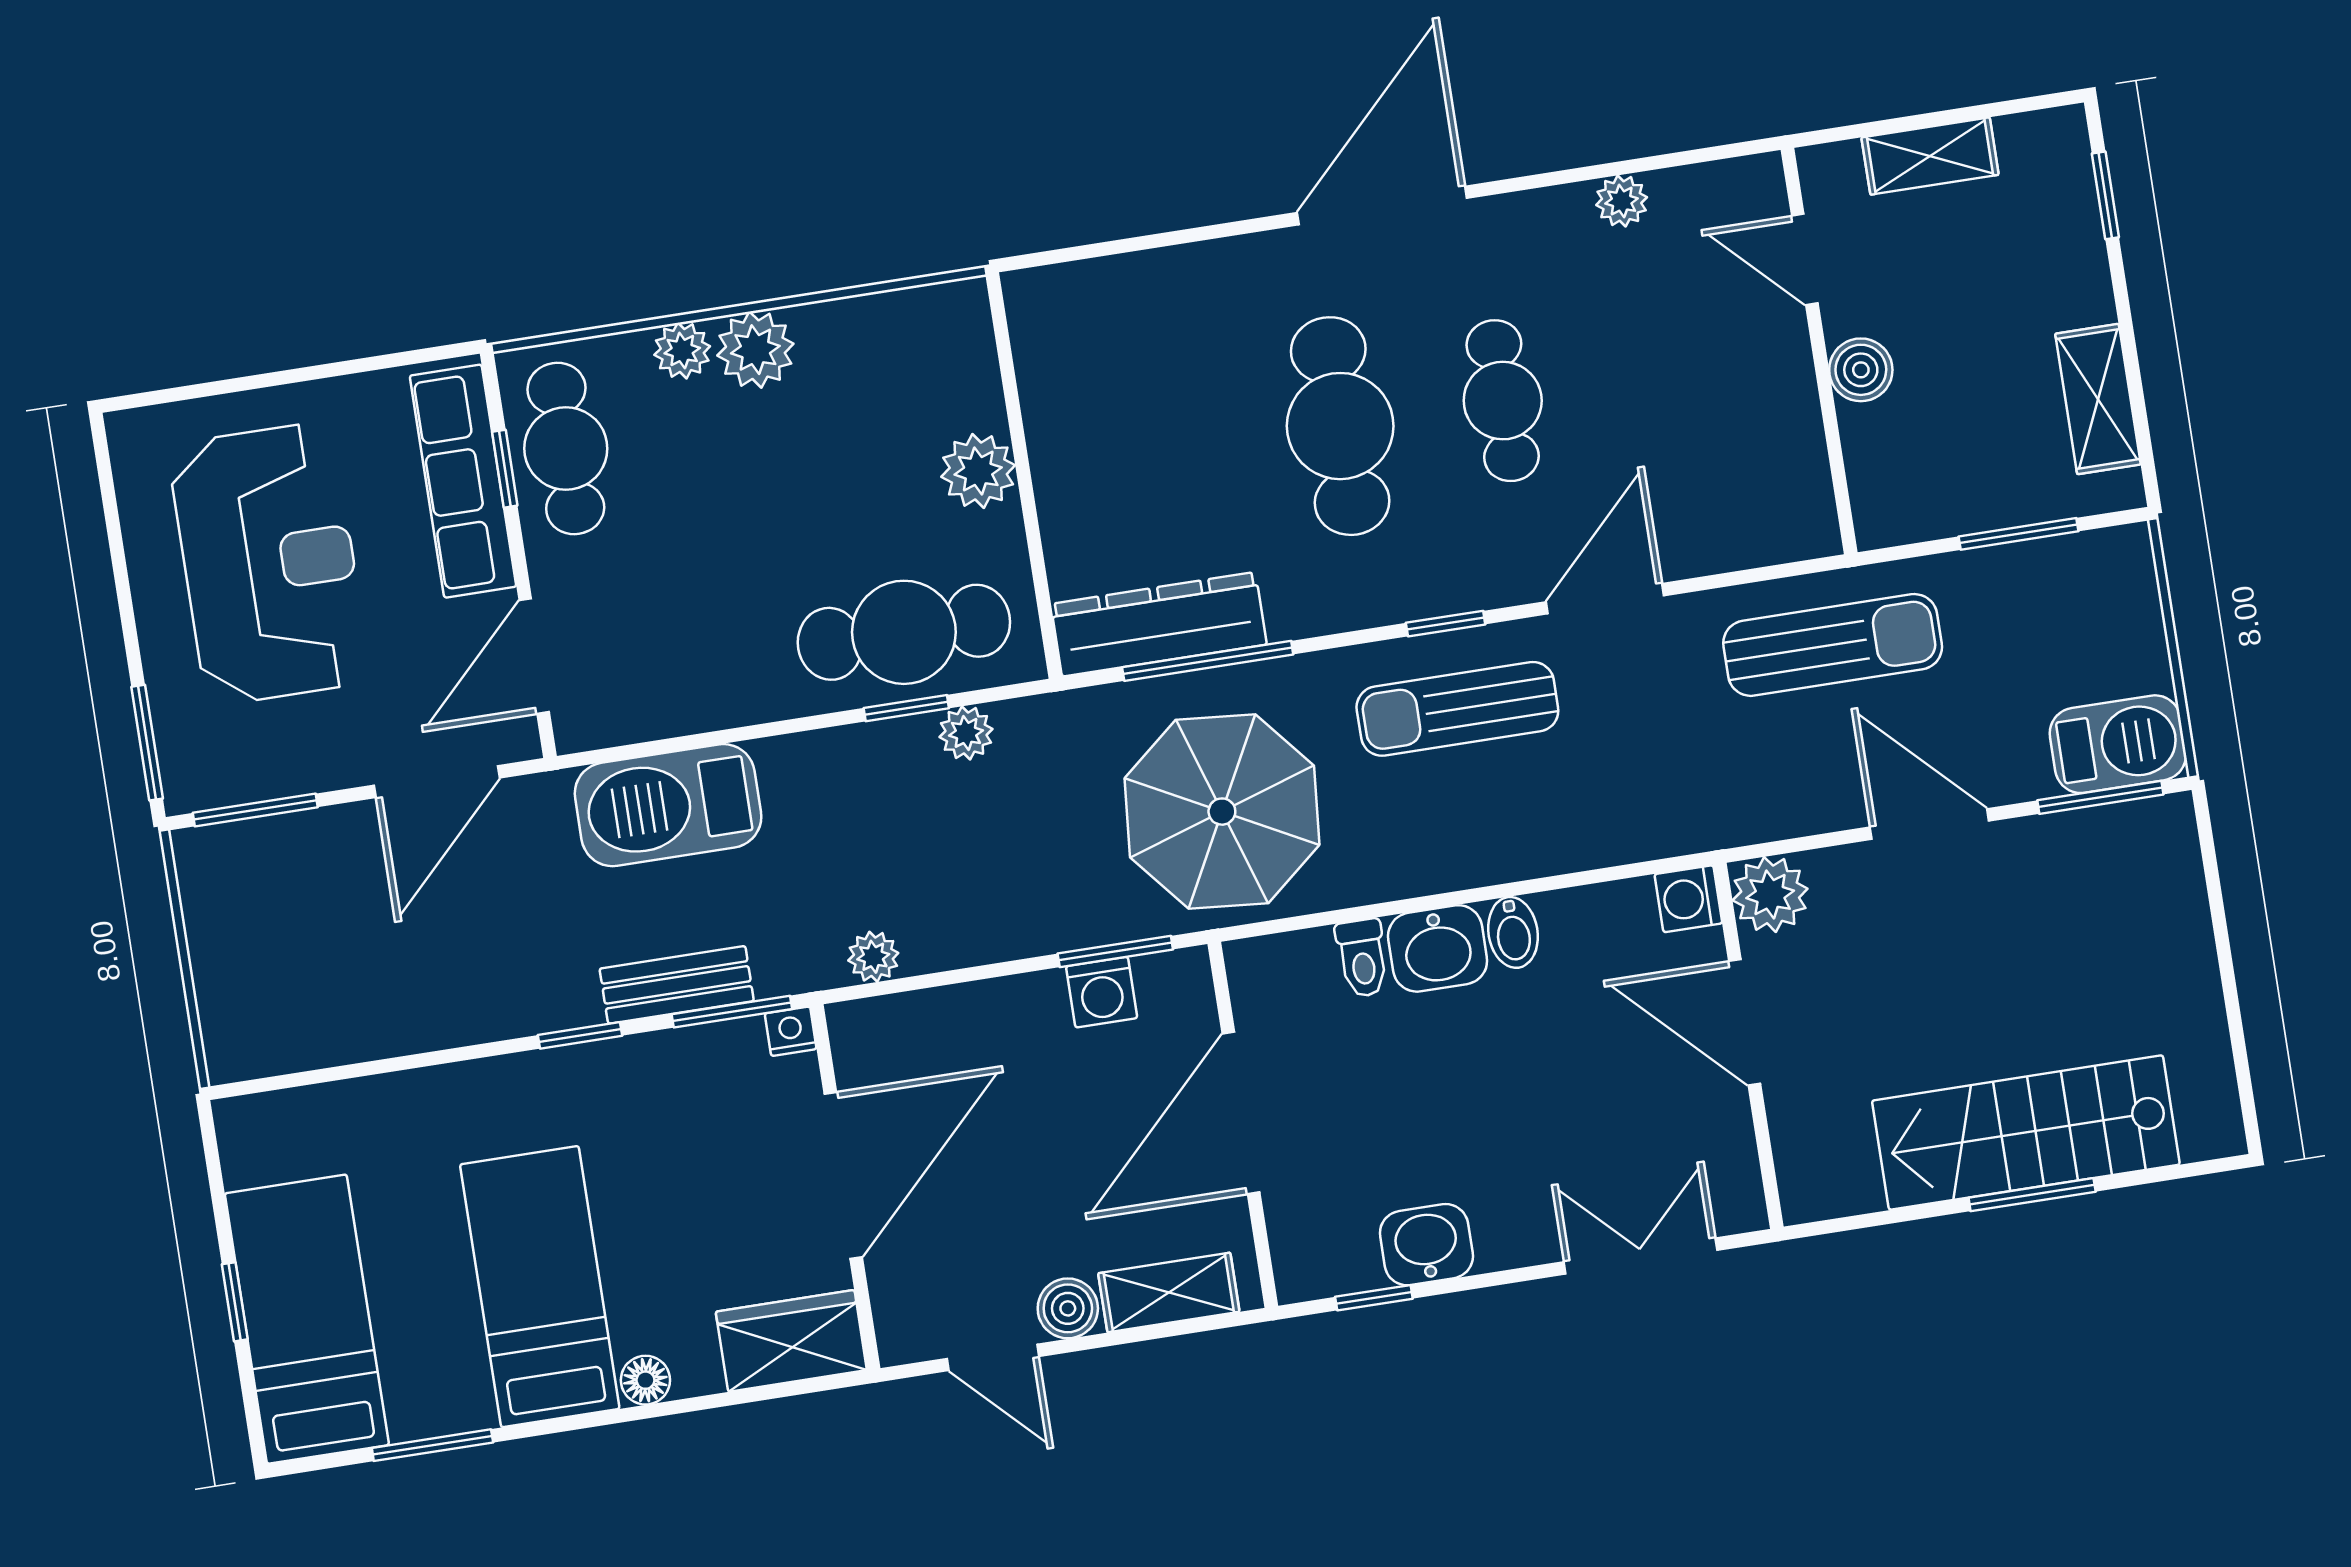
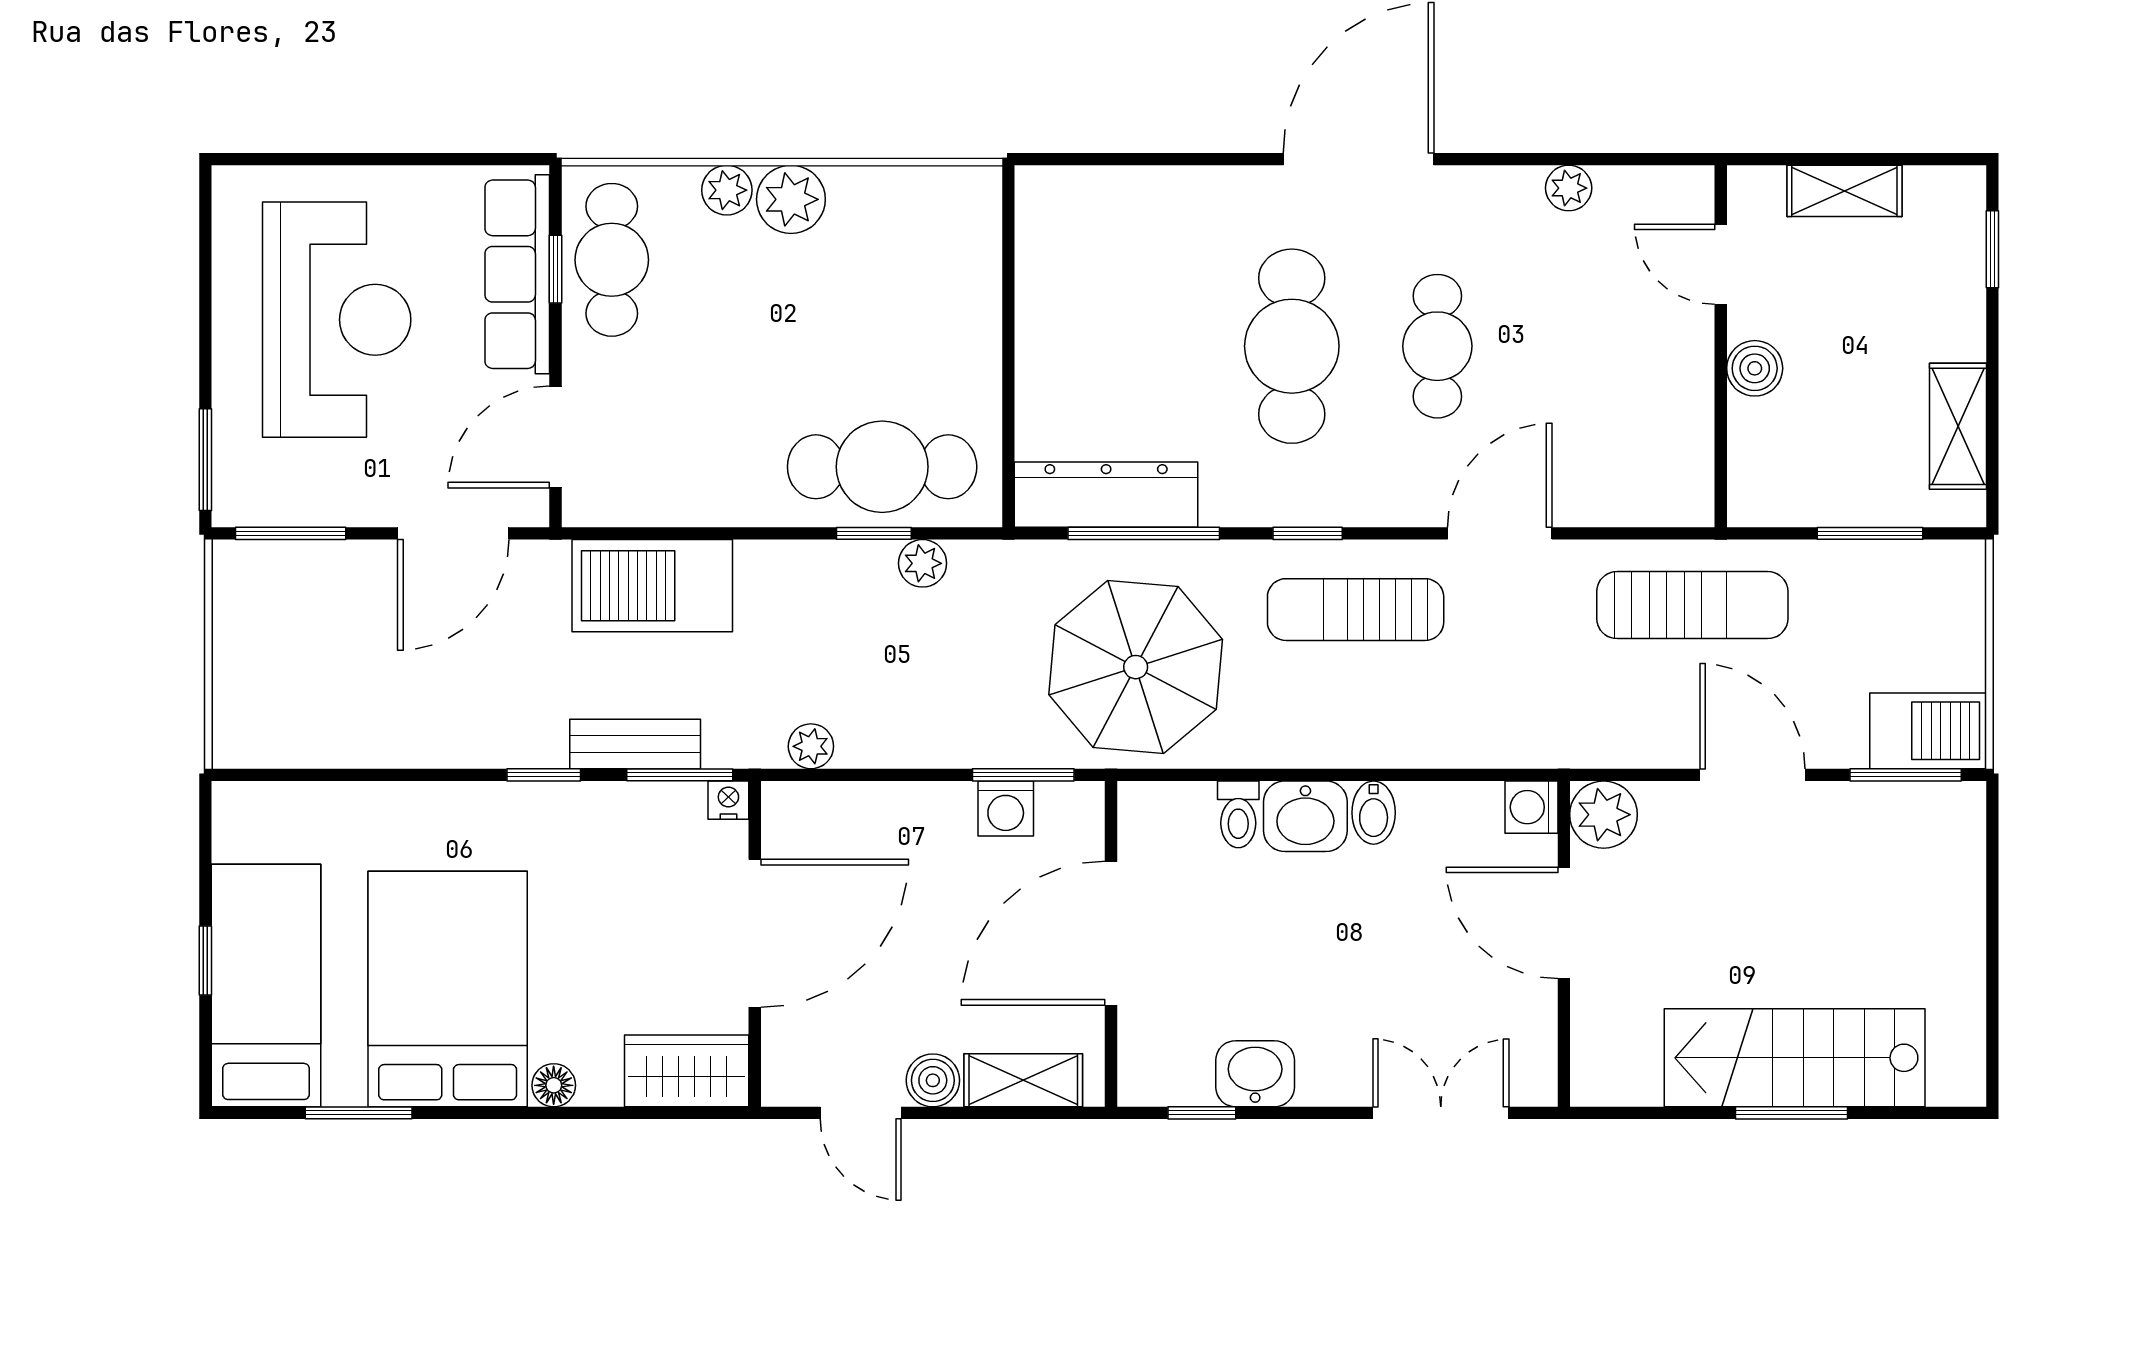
plant: (978, 471) -> (969, 336), removed
window: (1446, 624) -> (1308, 533), moved
bed: (540, 1287) -> (448, 989), width x1.50

